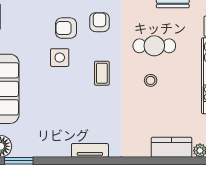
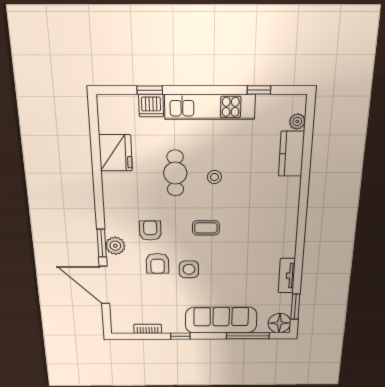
armchair: (99, 22) -> (150, 231), turned 90
tv unit: (90, 150) -> (287, 276), moved

